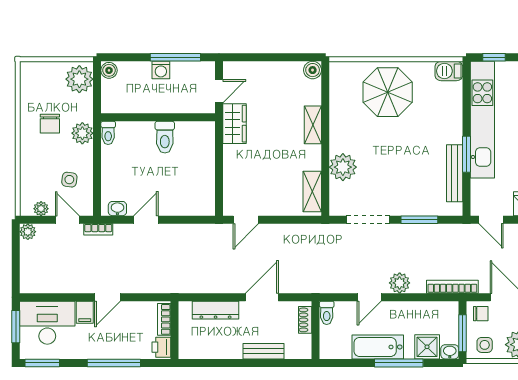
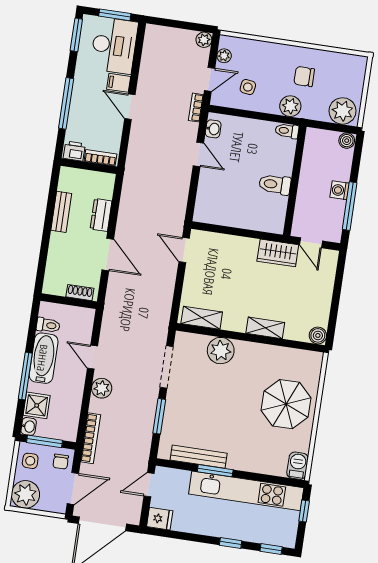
dresser: (216, 310) -> (101, 215), width x0.70
toilet: (327, 313) -> (48, 325), moved, turned 180
bench: (263, 351) -> (61, 212), moved

